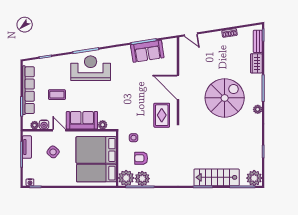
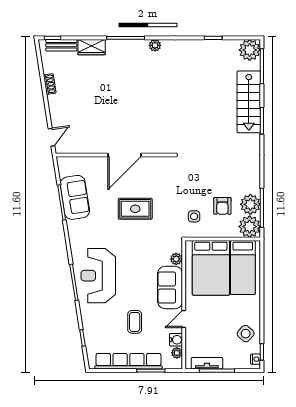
spiral stairs: (225, 98) -> (139, 91), removed
rug: (162, 115) -> (135, 209), moved
side table: (53, 152) -> (246, 334), moved

